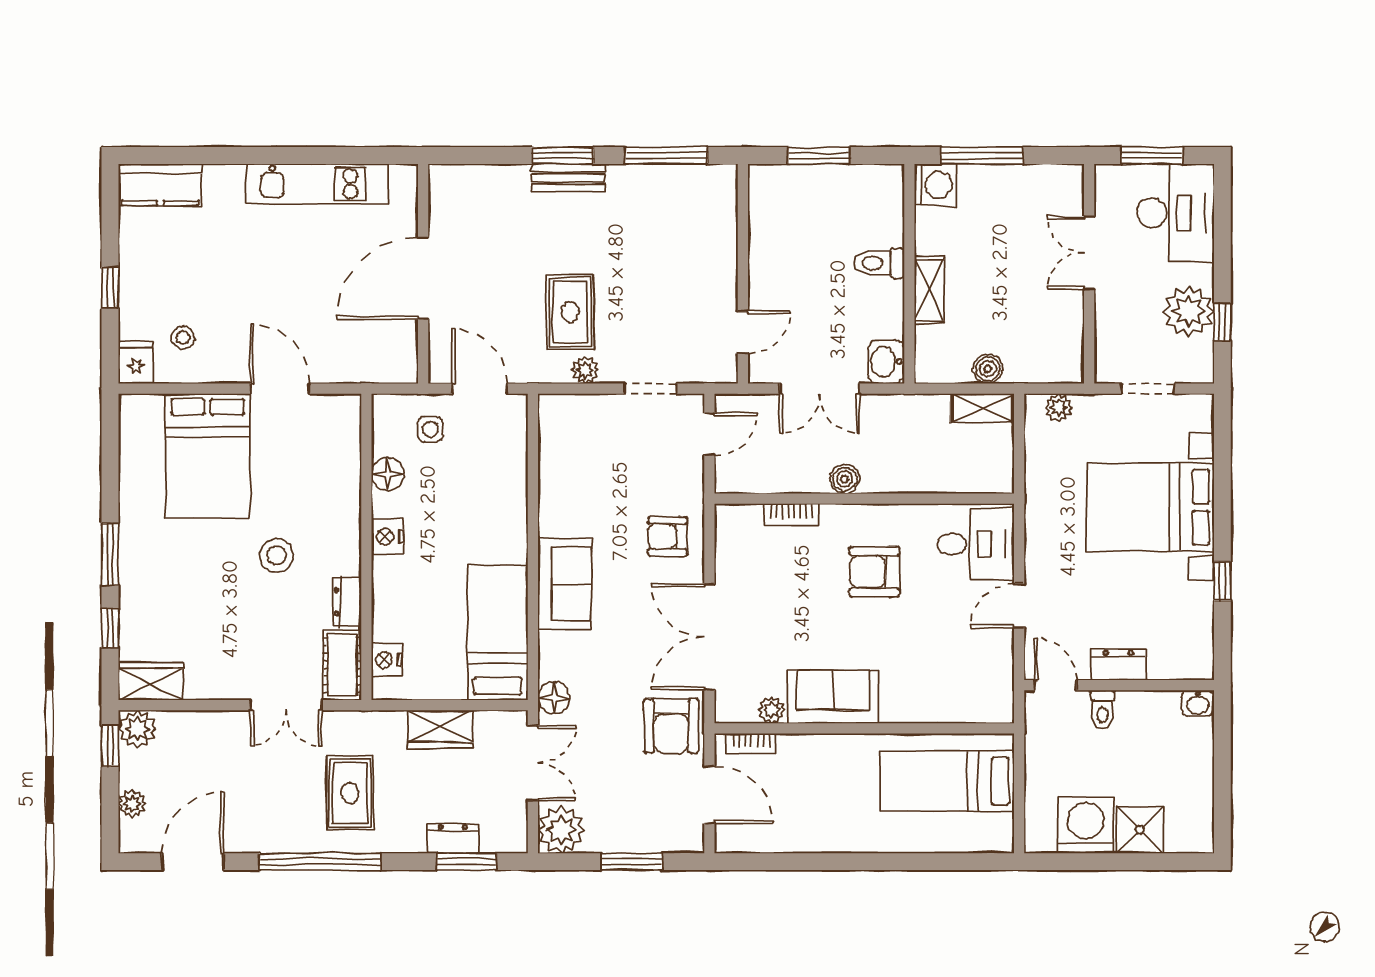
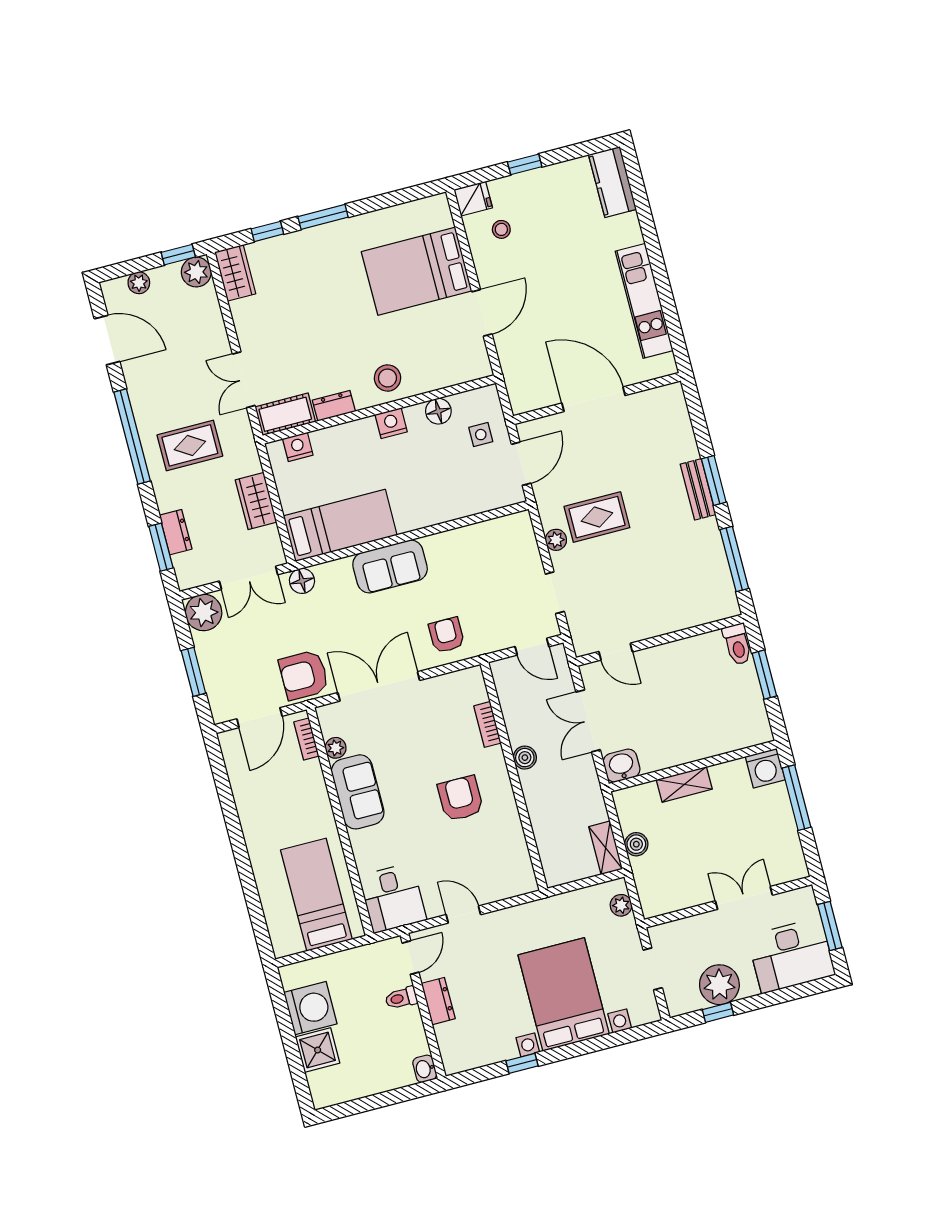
toilet: (879, 263) -> (737, 644), moved, turned 180
desk: (976, 544) -> (393, 898), moved
stool: (276, 555) -> (388, 378), moved

